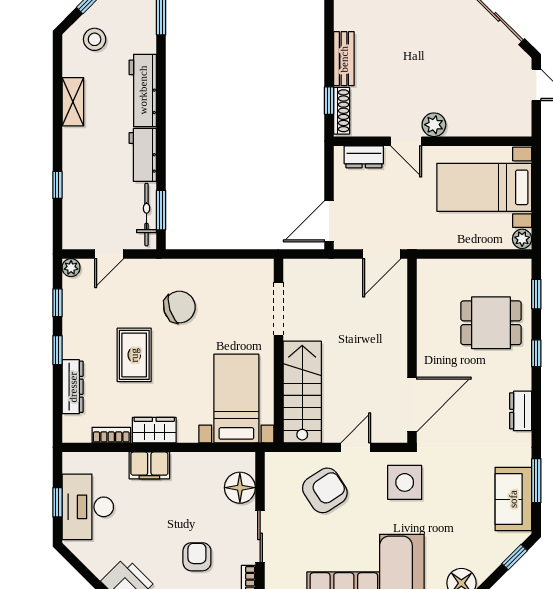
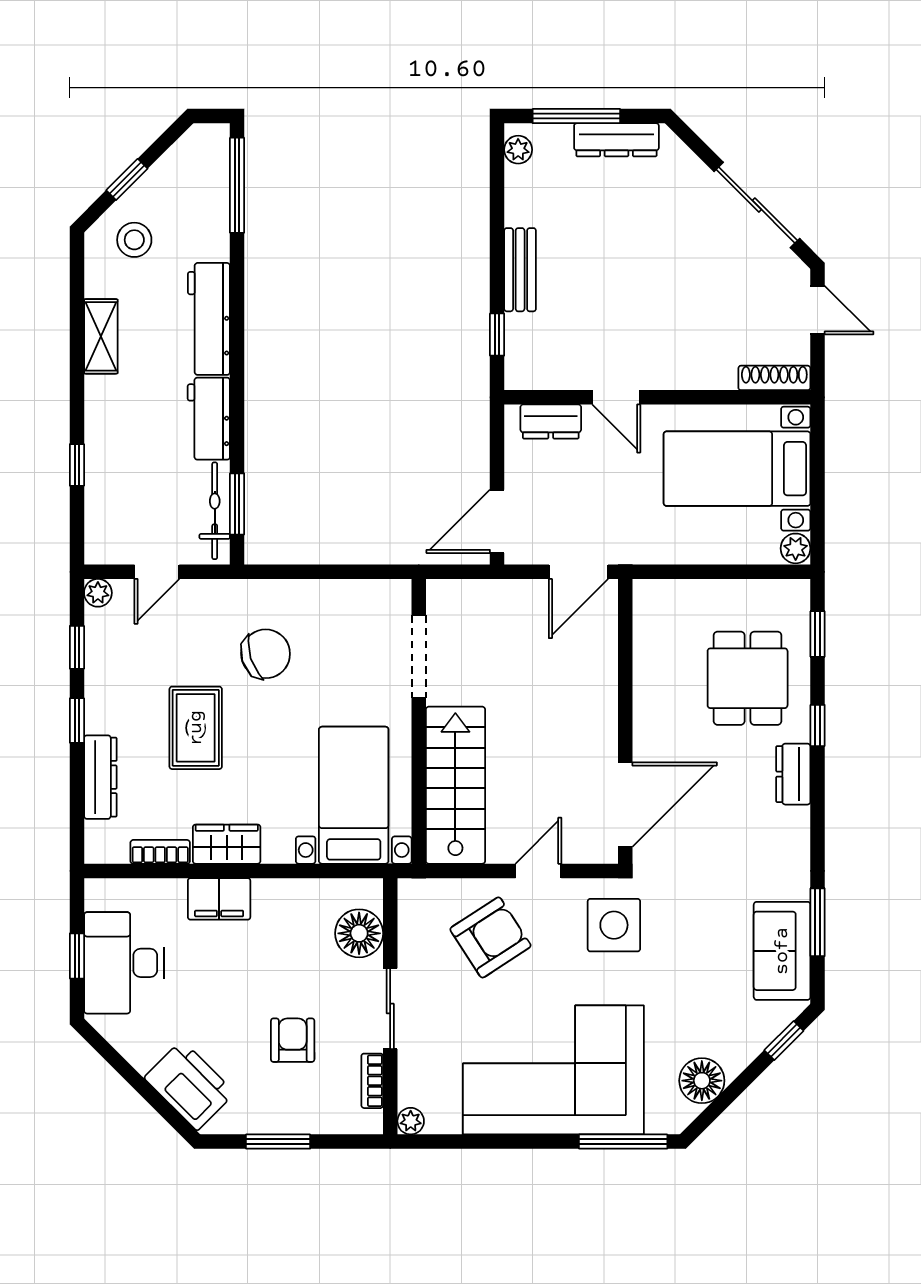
shoe rack: (342, 111) -> (774, 378), moved, turned -90
plant: (434, 125) -> (659, 372), removed
dining table: (491, 323) -> (748, 678), turned 90
dresser: (521, 411) -> (793, 774), moved

